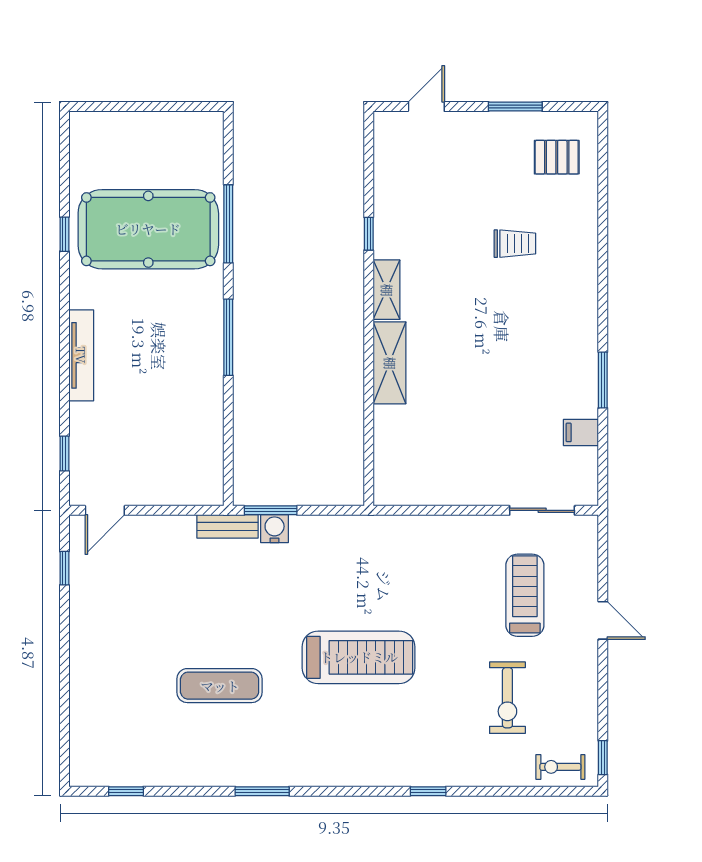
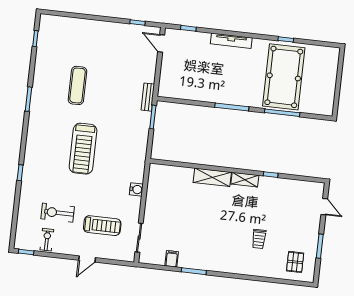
water cooler: (275, 529) -> (136, 189), moved
exercise bike: (560, 767) -> (47, 240), moved

